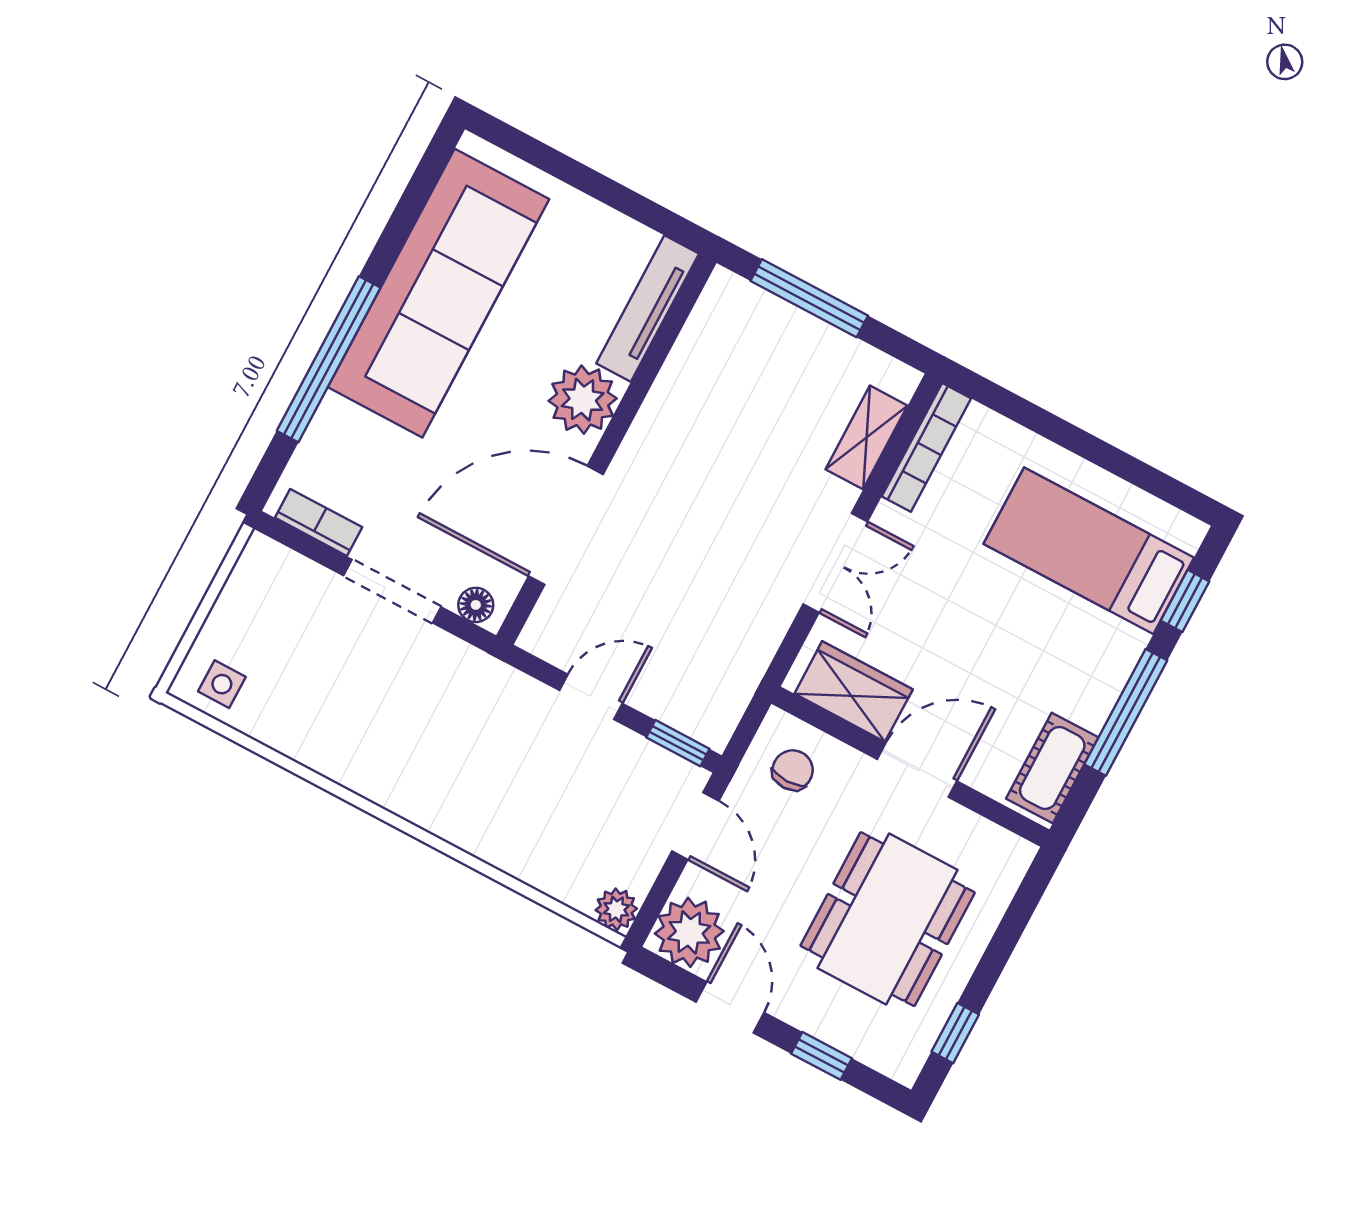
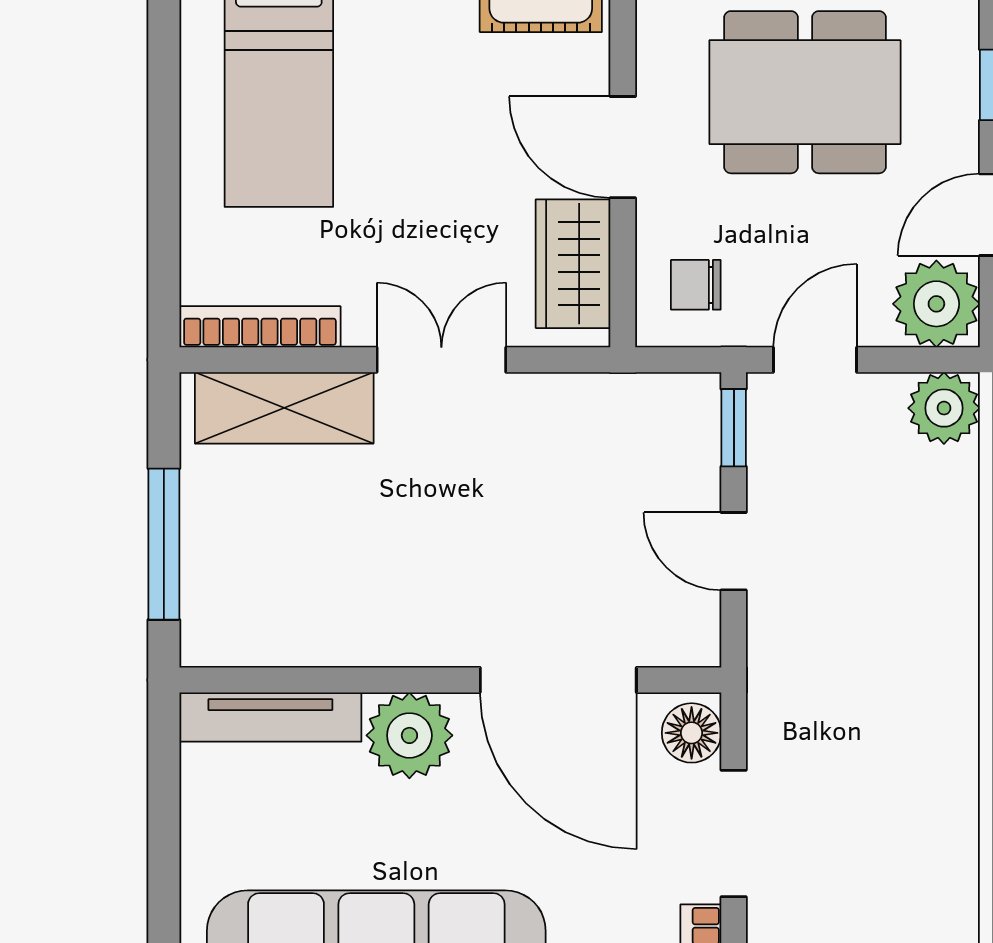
shelving: (867, 437) -> (284, 408), width x1.50, depth x1.33
floor lamp: (476, 605) -> (692, 733), width x1.37, depth x1.37
plant: (616, 909) -> (944, 408), width x1.38, depth x1.38

